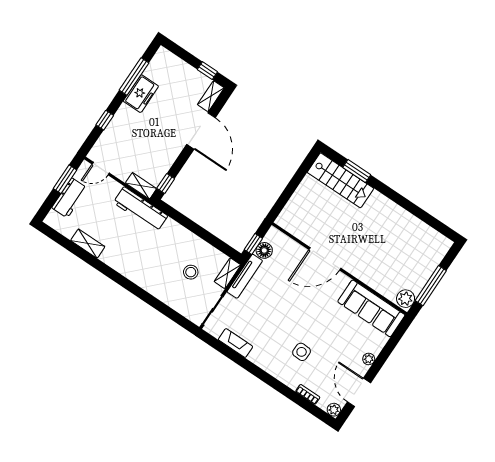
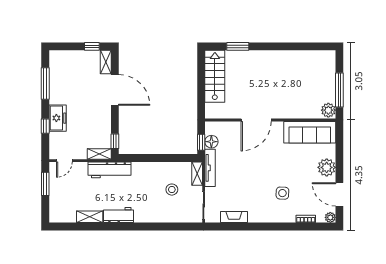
freezer: (141, 94) -> (58, 118), moved
stairs: (340, 180) -> (215, 76), moved, turned -90
workbench: (69, 198) -> (119, 215), moved, turned -90
plant: (369, 359) -> (327, 167), width x1.87, depth x1.87

